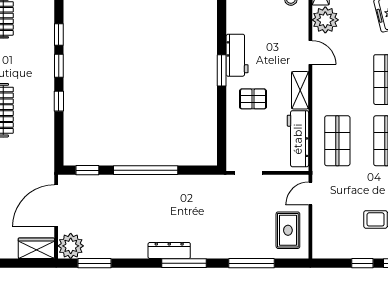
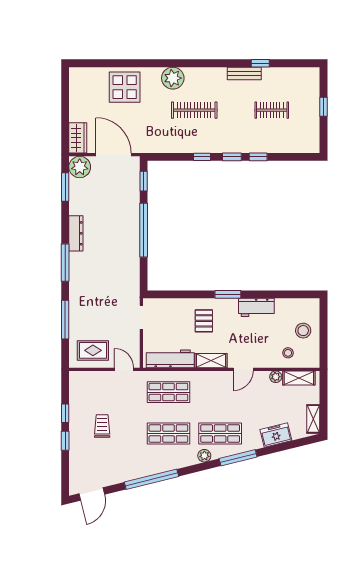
plant: (325, 20) -> (276, 377), width x0.53, depth x0.53
workbench: (237, 55) -> (256, 307), moved
dresser: (169, 250) -> (76, 233), moved

